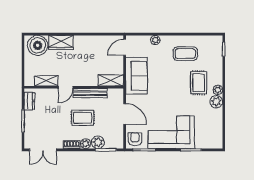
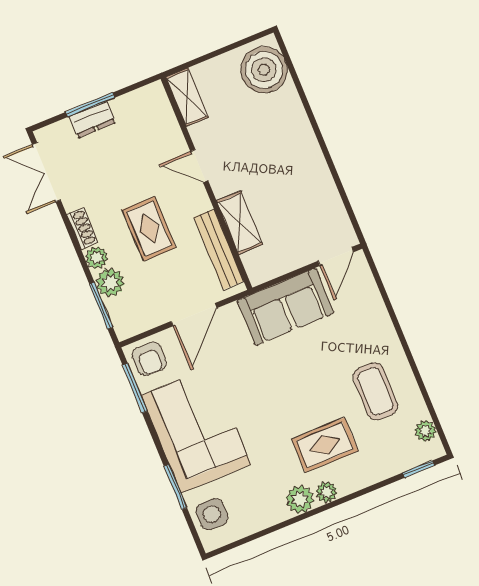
plant: (155, 40) -> (425, 431), moved
wardrobe: (61, 42) -> (291, 117), removed
door: (125, 47) -> (336, 256), swing flipped
shelving: (111, 80) -> (240, 223), moved
shelving: (46, 81) -> (187, 97), moved
bench: (90, 93) -> (219, 249), moved
dresser: (29, 101) -> (92, 120), moved
armchair: (135, 139) -> (149, 359), turned 90
side table: (208, 140) -> (212, 514), added

